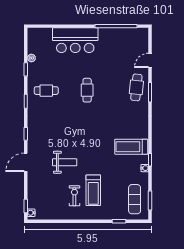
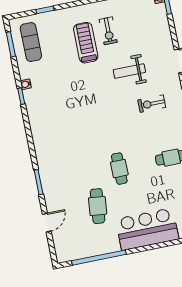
cafe table: (136, 87) -> (98, 206), moved
exercise bike: (53, 134) -> (152, 104), added
treadmill: (131, 147) -> (49, 108), removed

